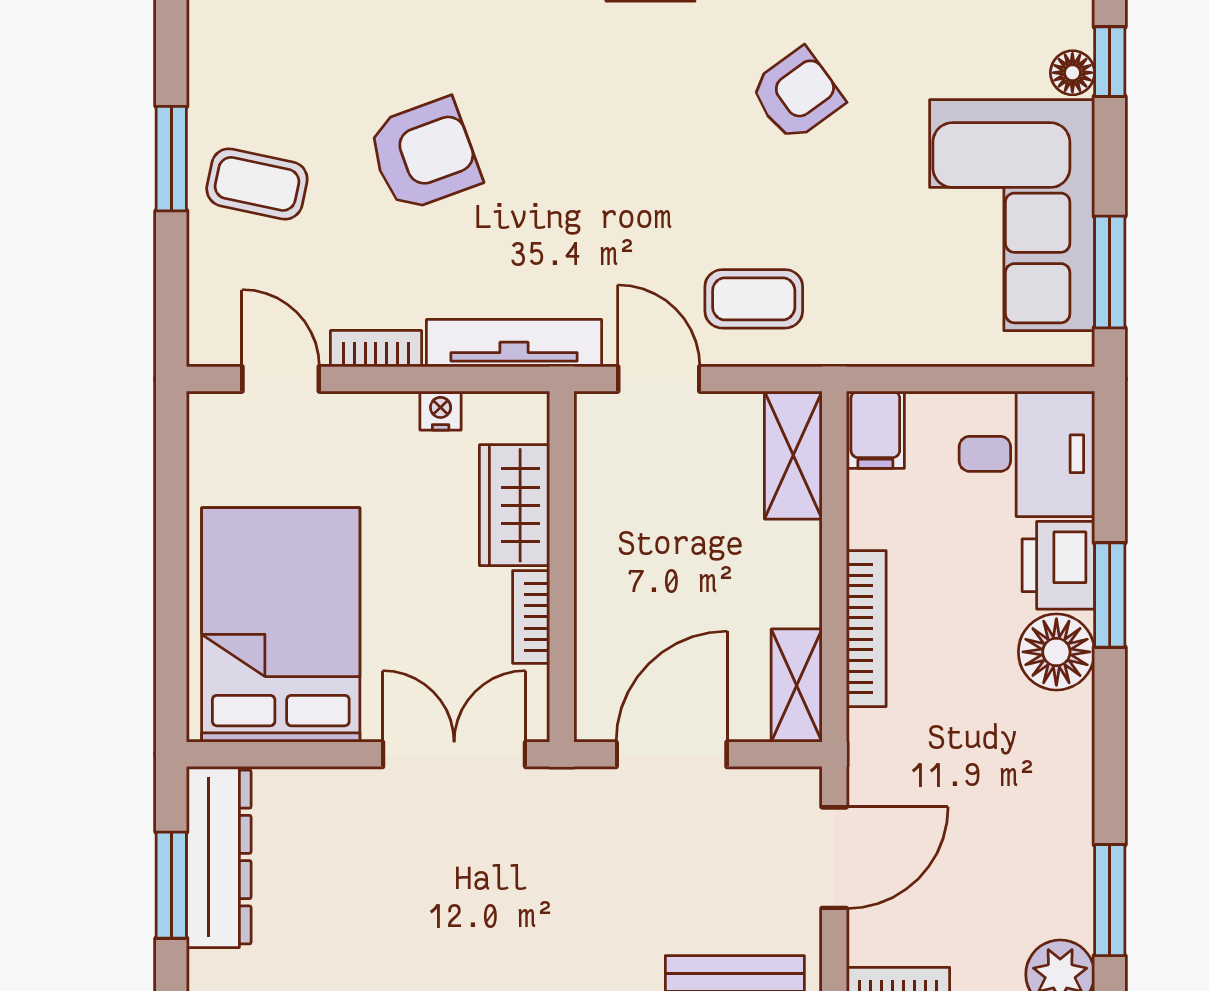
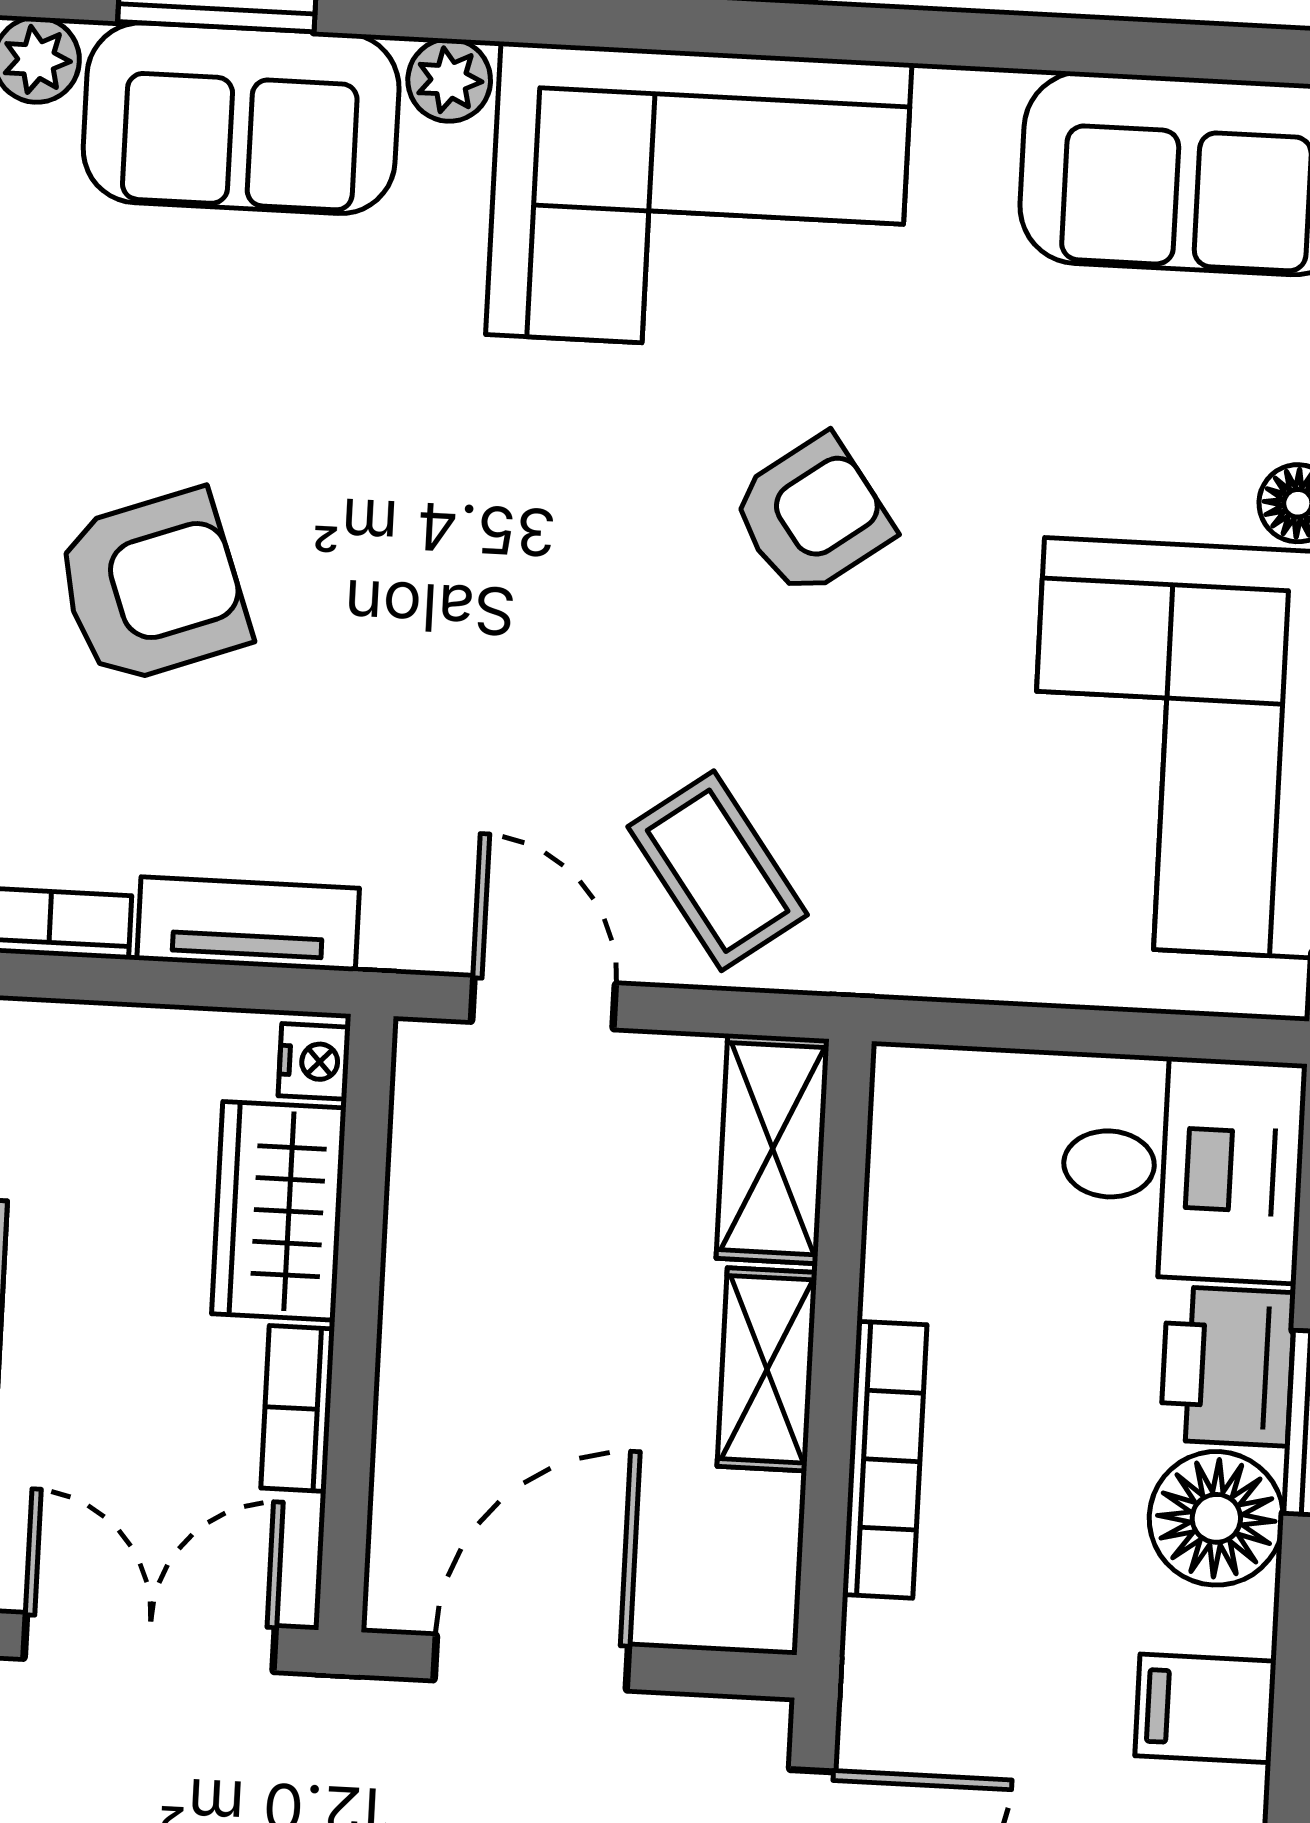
coffee table: (754, 299) -> (718, 871), turned 54
tv unit: (514, 343) -> (248, 924), width x0.71
nightstand: (441, 411) -> (314, 1061), moved, turned 90
filing cabinet: (875, 430) -> (1205, 1708), moved, turned 90
shelving: (797, 686) -> (767, 1369), moved

